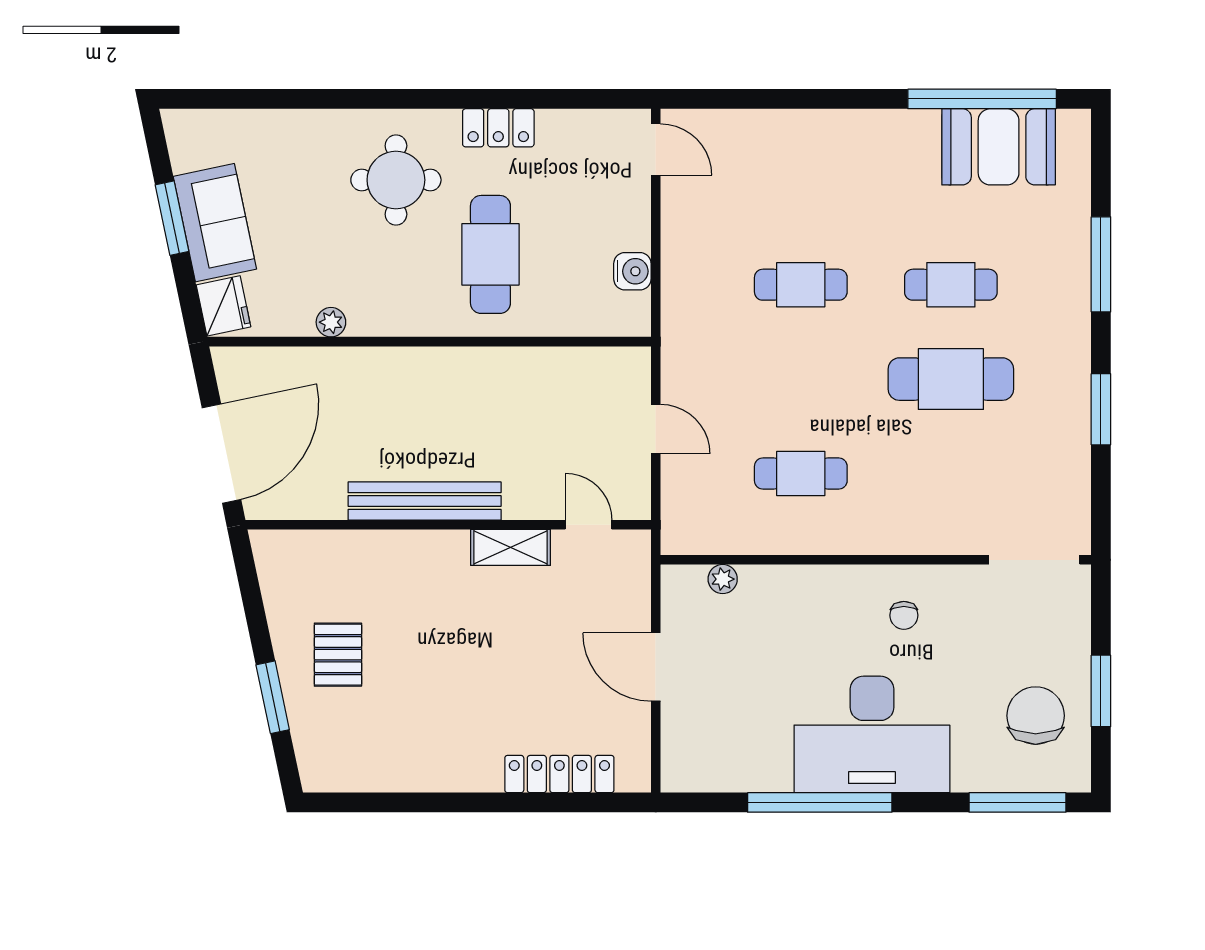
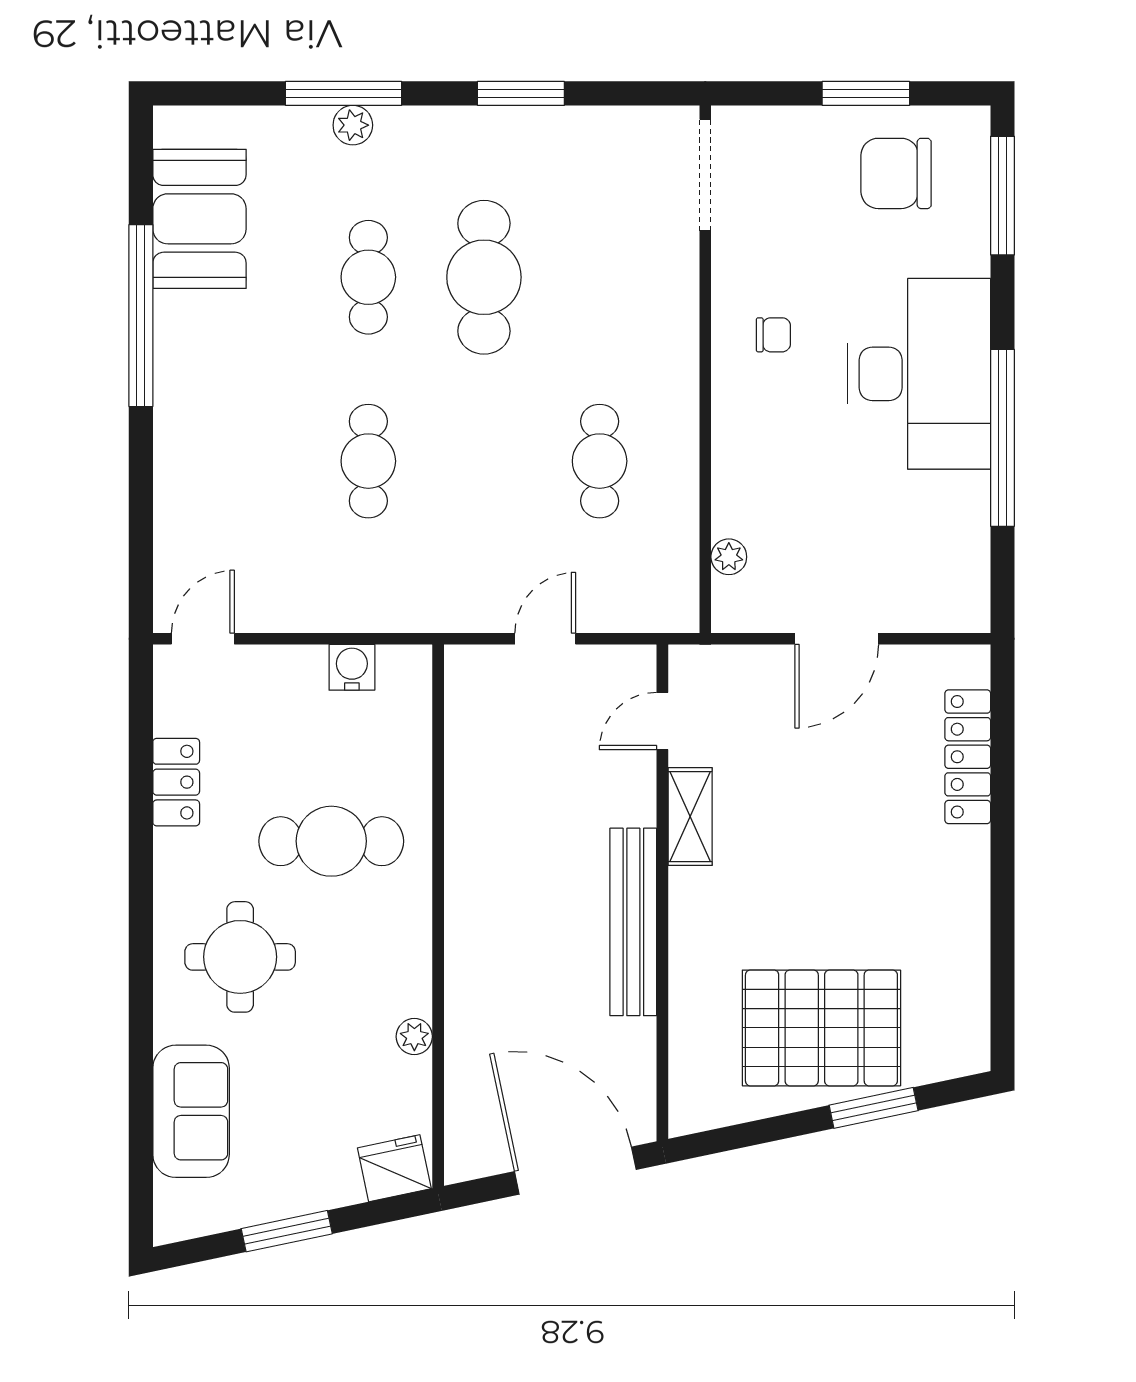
window: (982, 99) -> (141, 316), moved
locker: (498, 128) -> (176, 782), moved
sofa: (215, 223) -> (191, 1111), moved, turned 102
plant: (1075, 272) -> (353, 125), added
pallet: (338, 655) -> (821, 1028), width x2.05, depth x2.00

